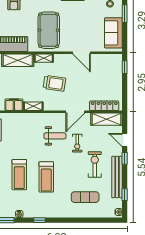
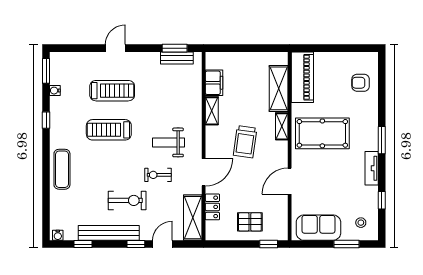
pallet: (110, 80) -> (250, 222), added
locker: (104, 106) -> (212, 207), width x0.66
door: (75, 112) -> (204, 172), swing flipped
weight bench: (55, 136) -> (169, 142), turned 90
treadmill: (19, 175) -> (112, 91), turned 180
exercise mat: (85, 197) -> (62, 169), moved

